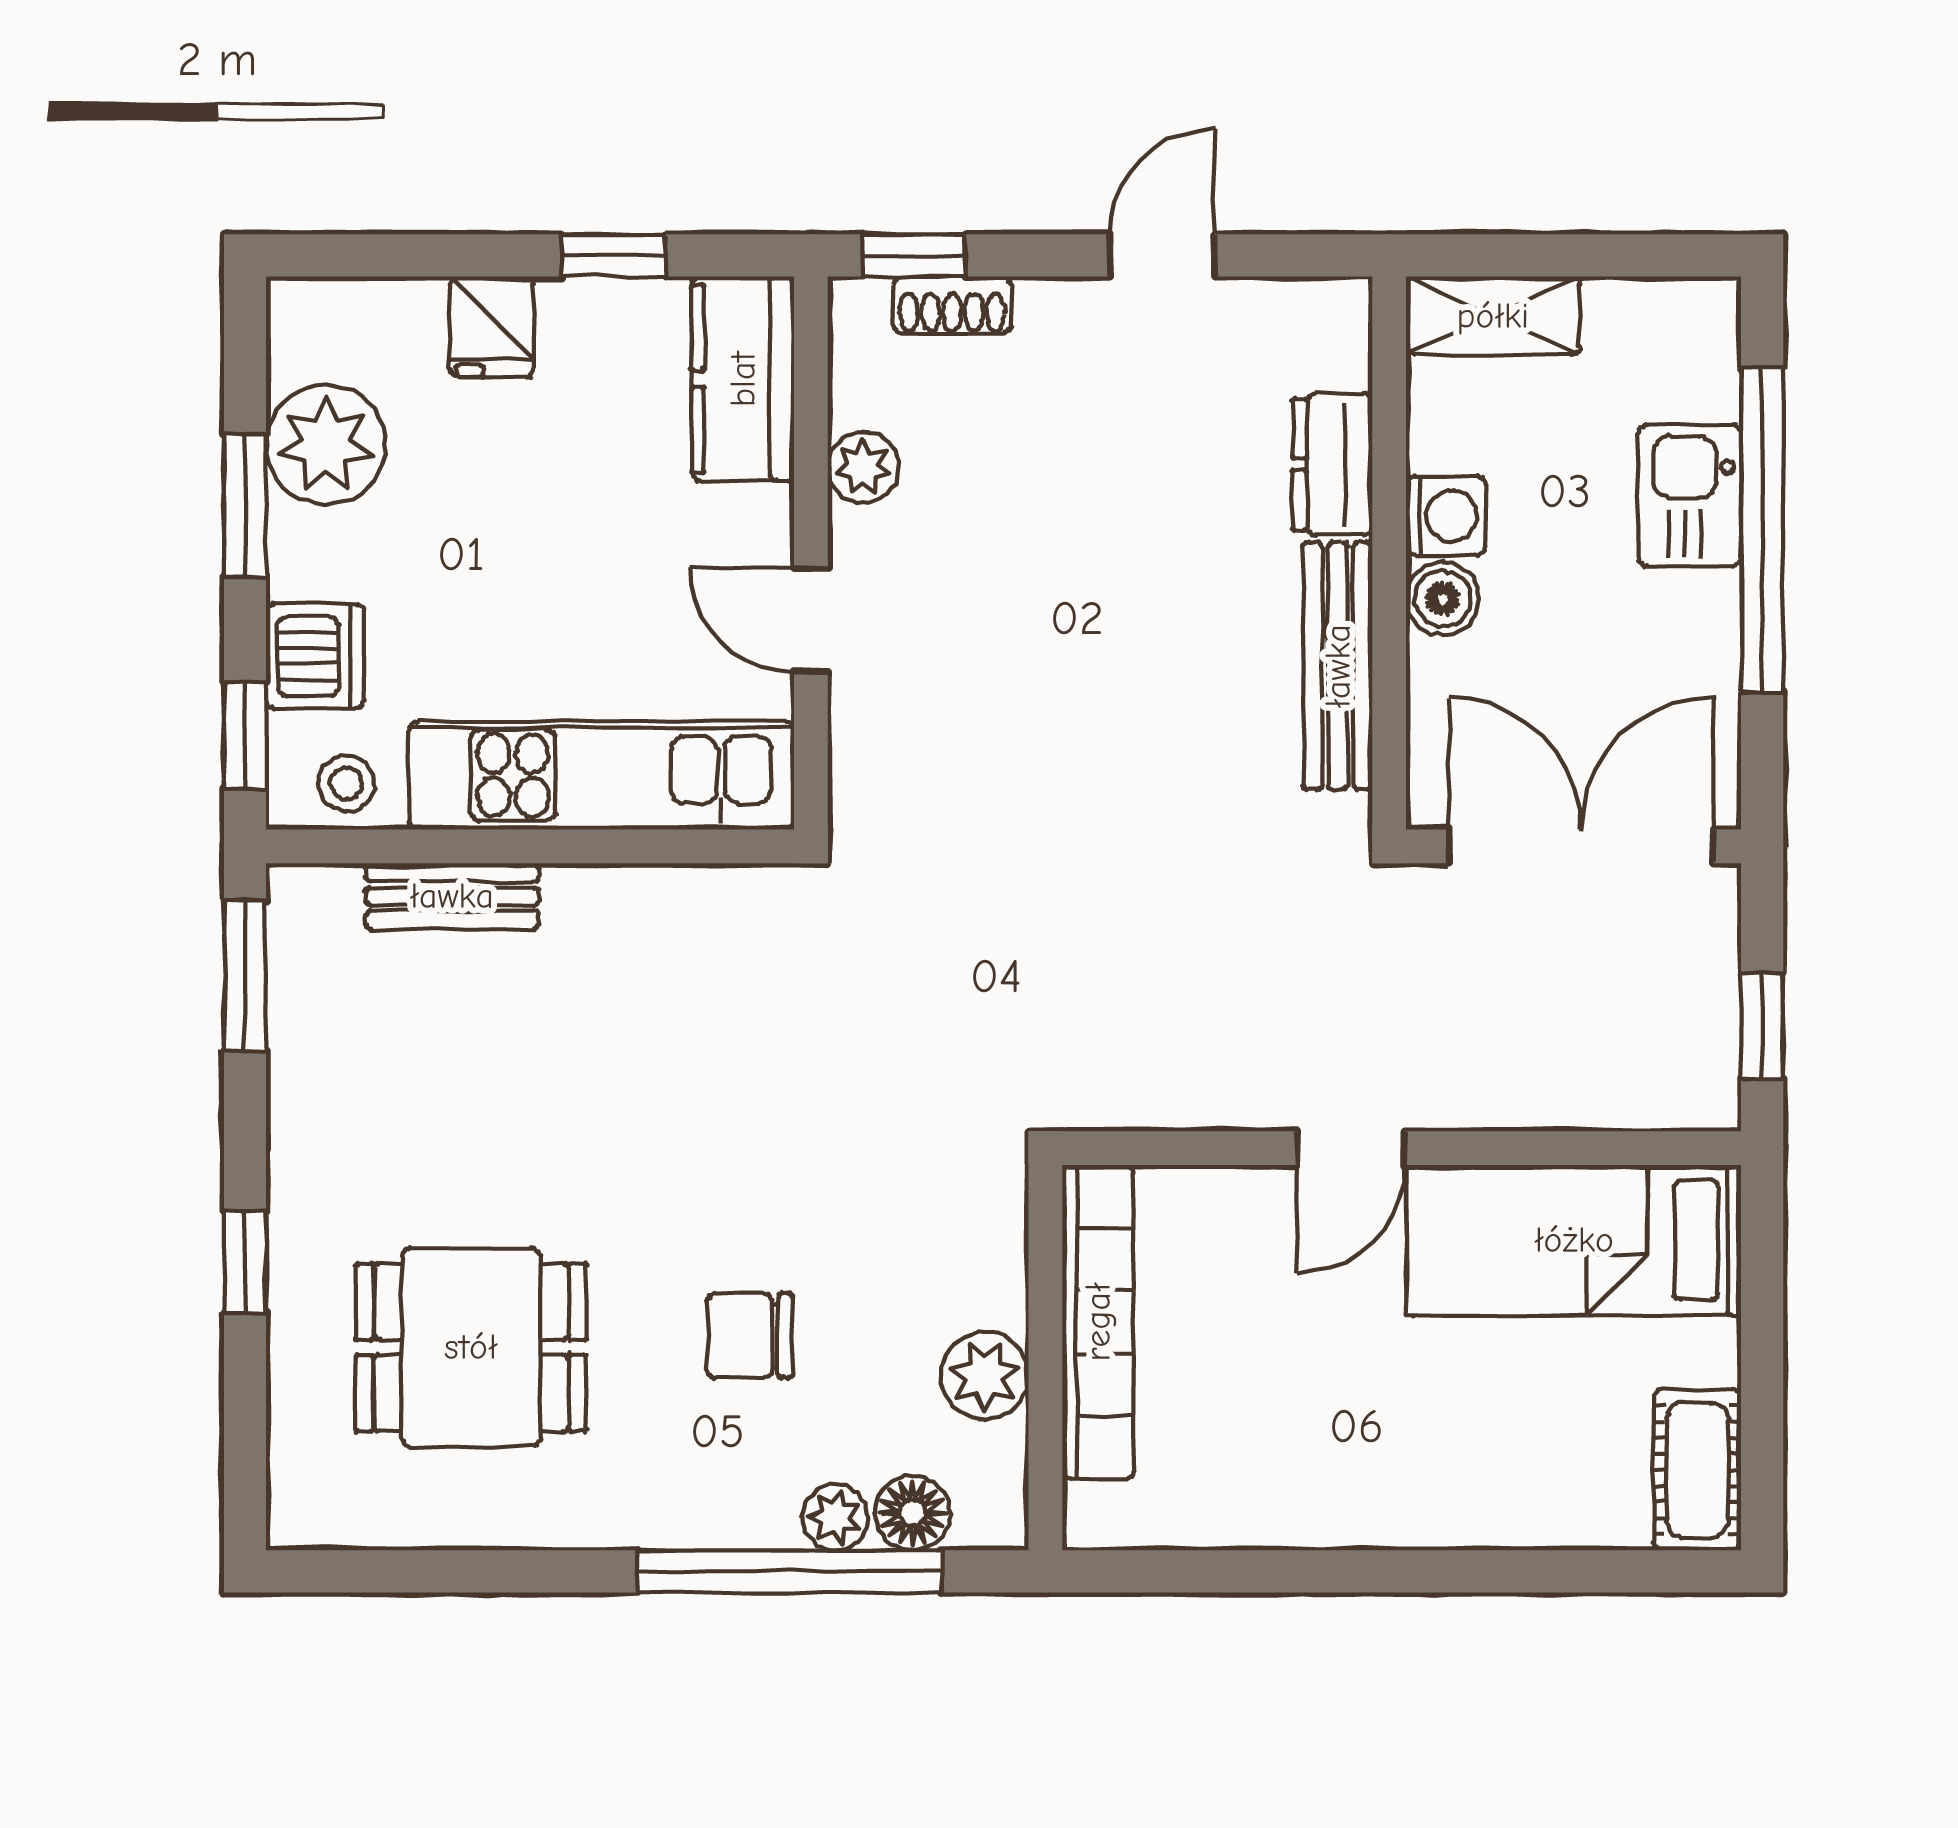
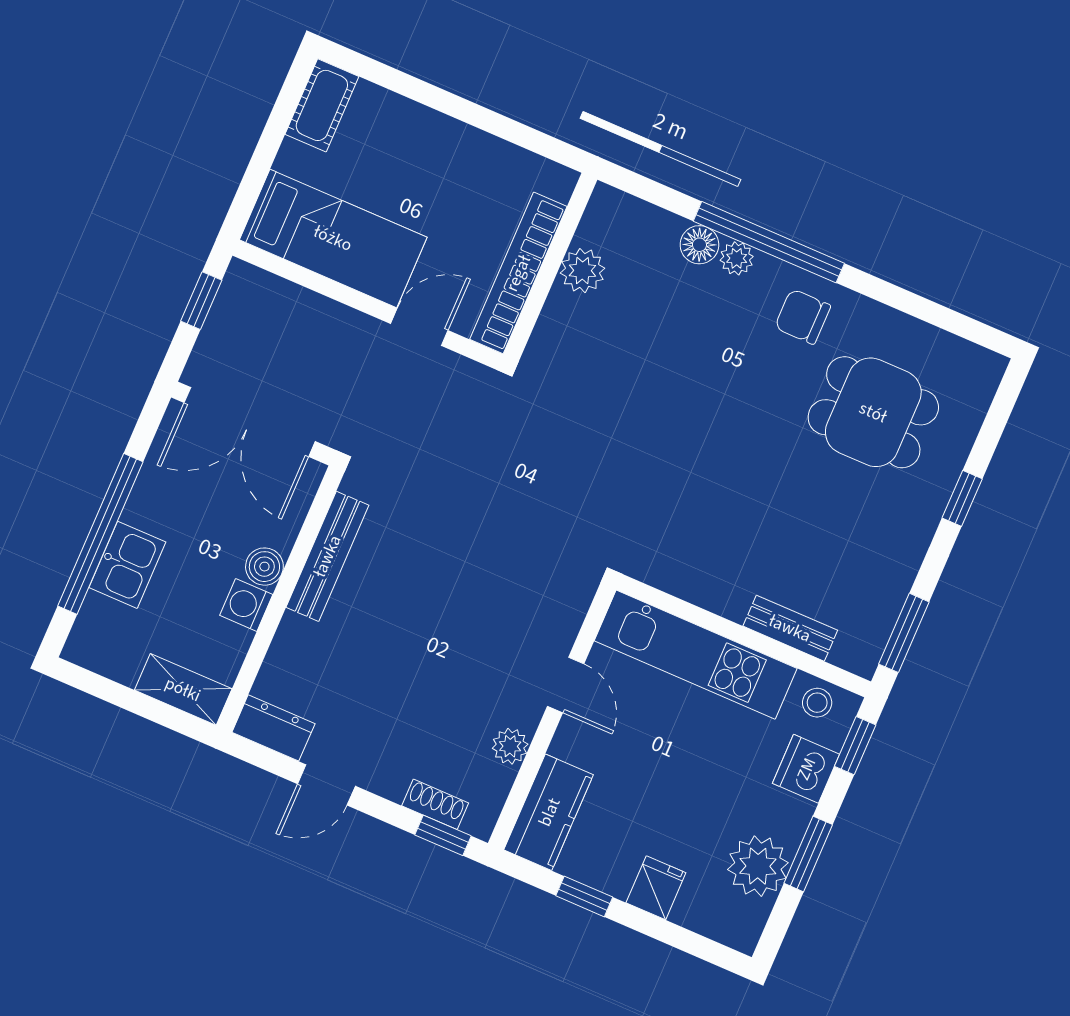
dresser: (1332, 464) -> (273, 728), moved, turned -90
bookcase: (1098, 1322) -> (518, 273), moved
chair: (750, 1336) -> (803, 317), moved, turned 180
wall: (1045, 1358) -> (550, 267), moved
plant: (985, 1376) -> (582, 271), moved

